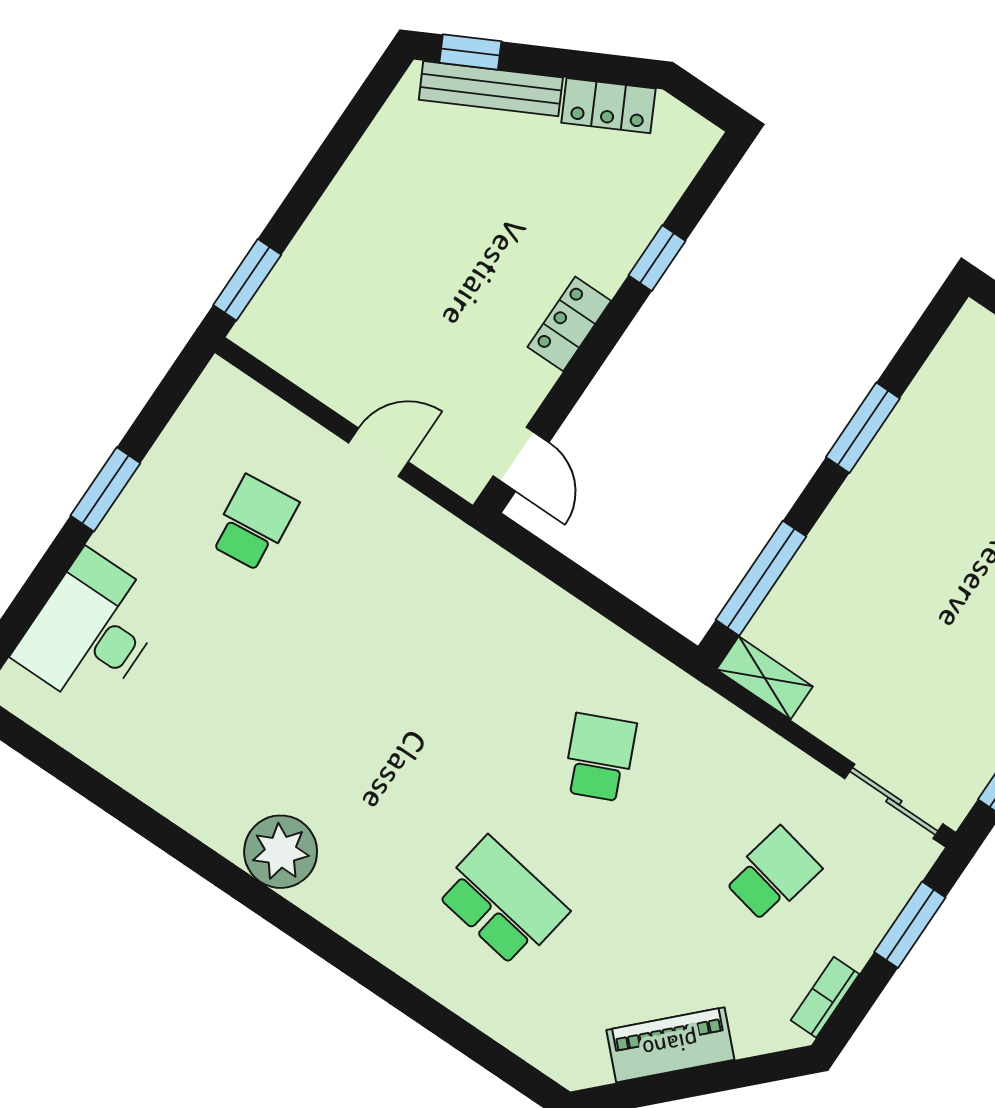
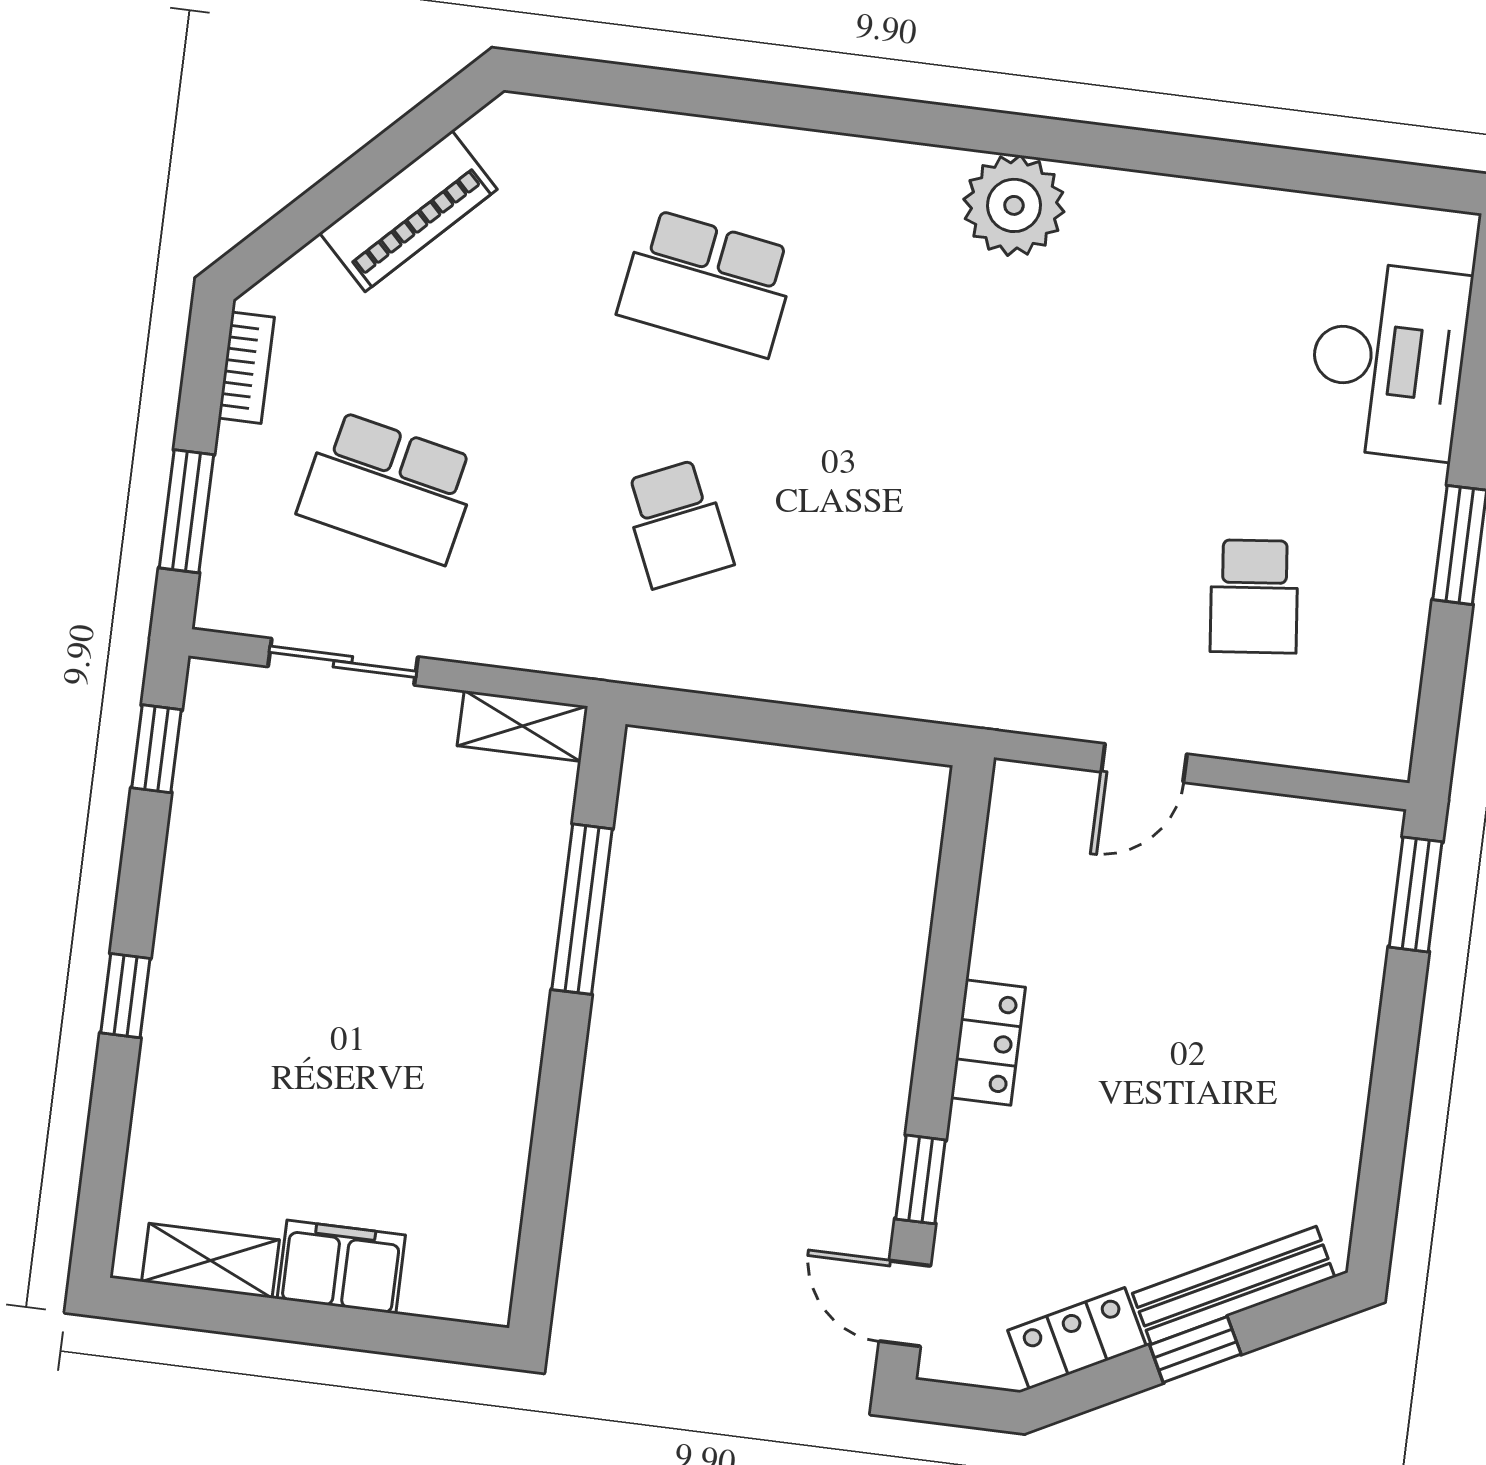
window: (470, 52) -> (1195, 1350), moved
window: (863, 428) -> (558, 1099), removed
door: (521, 459) -> (905, 1304), moved
window: (761, 578) -> (582, 909), moved
sliding door: (894, 801) -> (343, 662), moved
school desk: (773, 874) -> (389, 487), width x1.85

